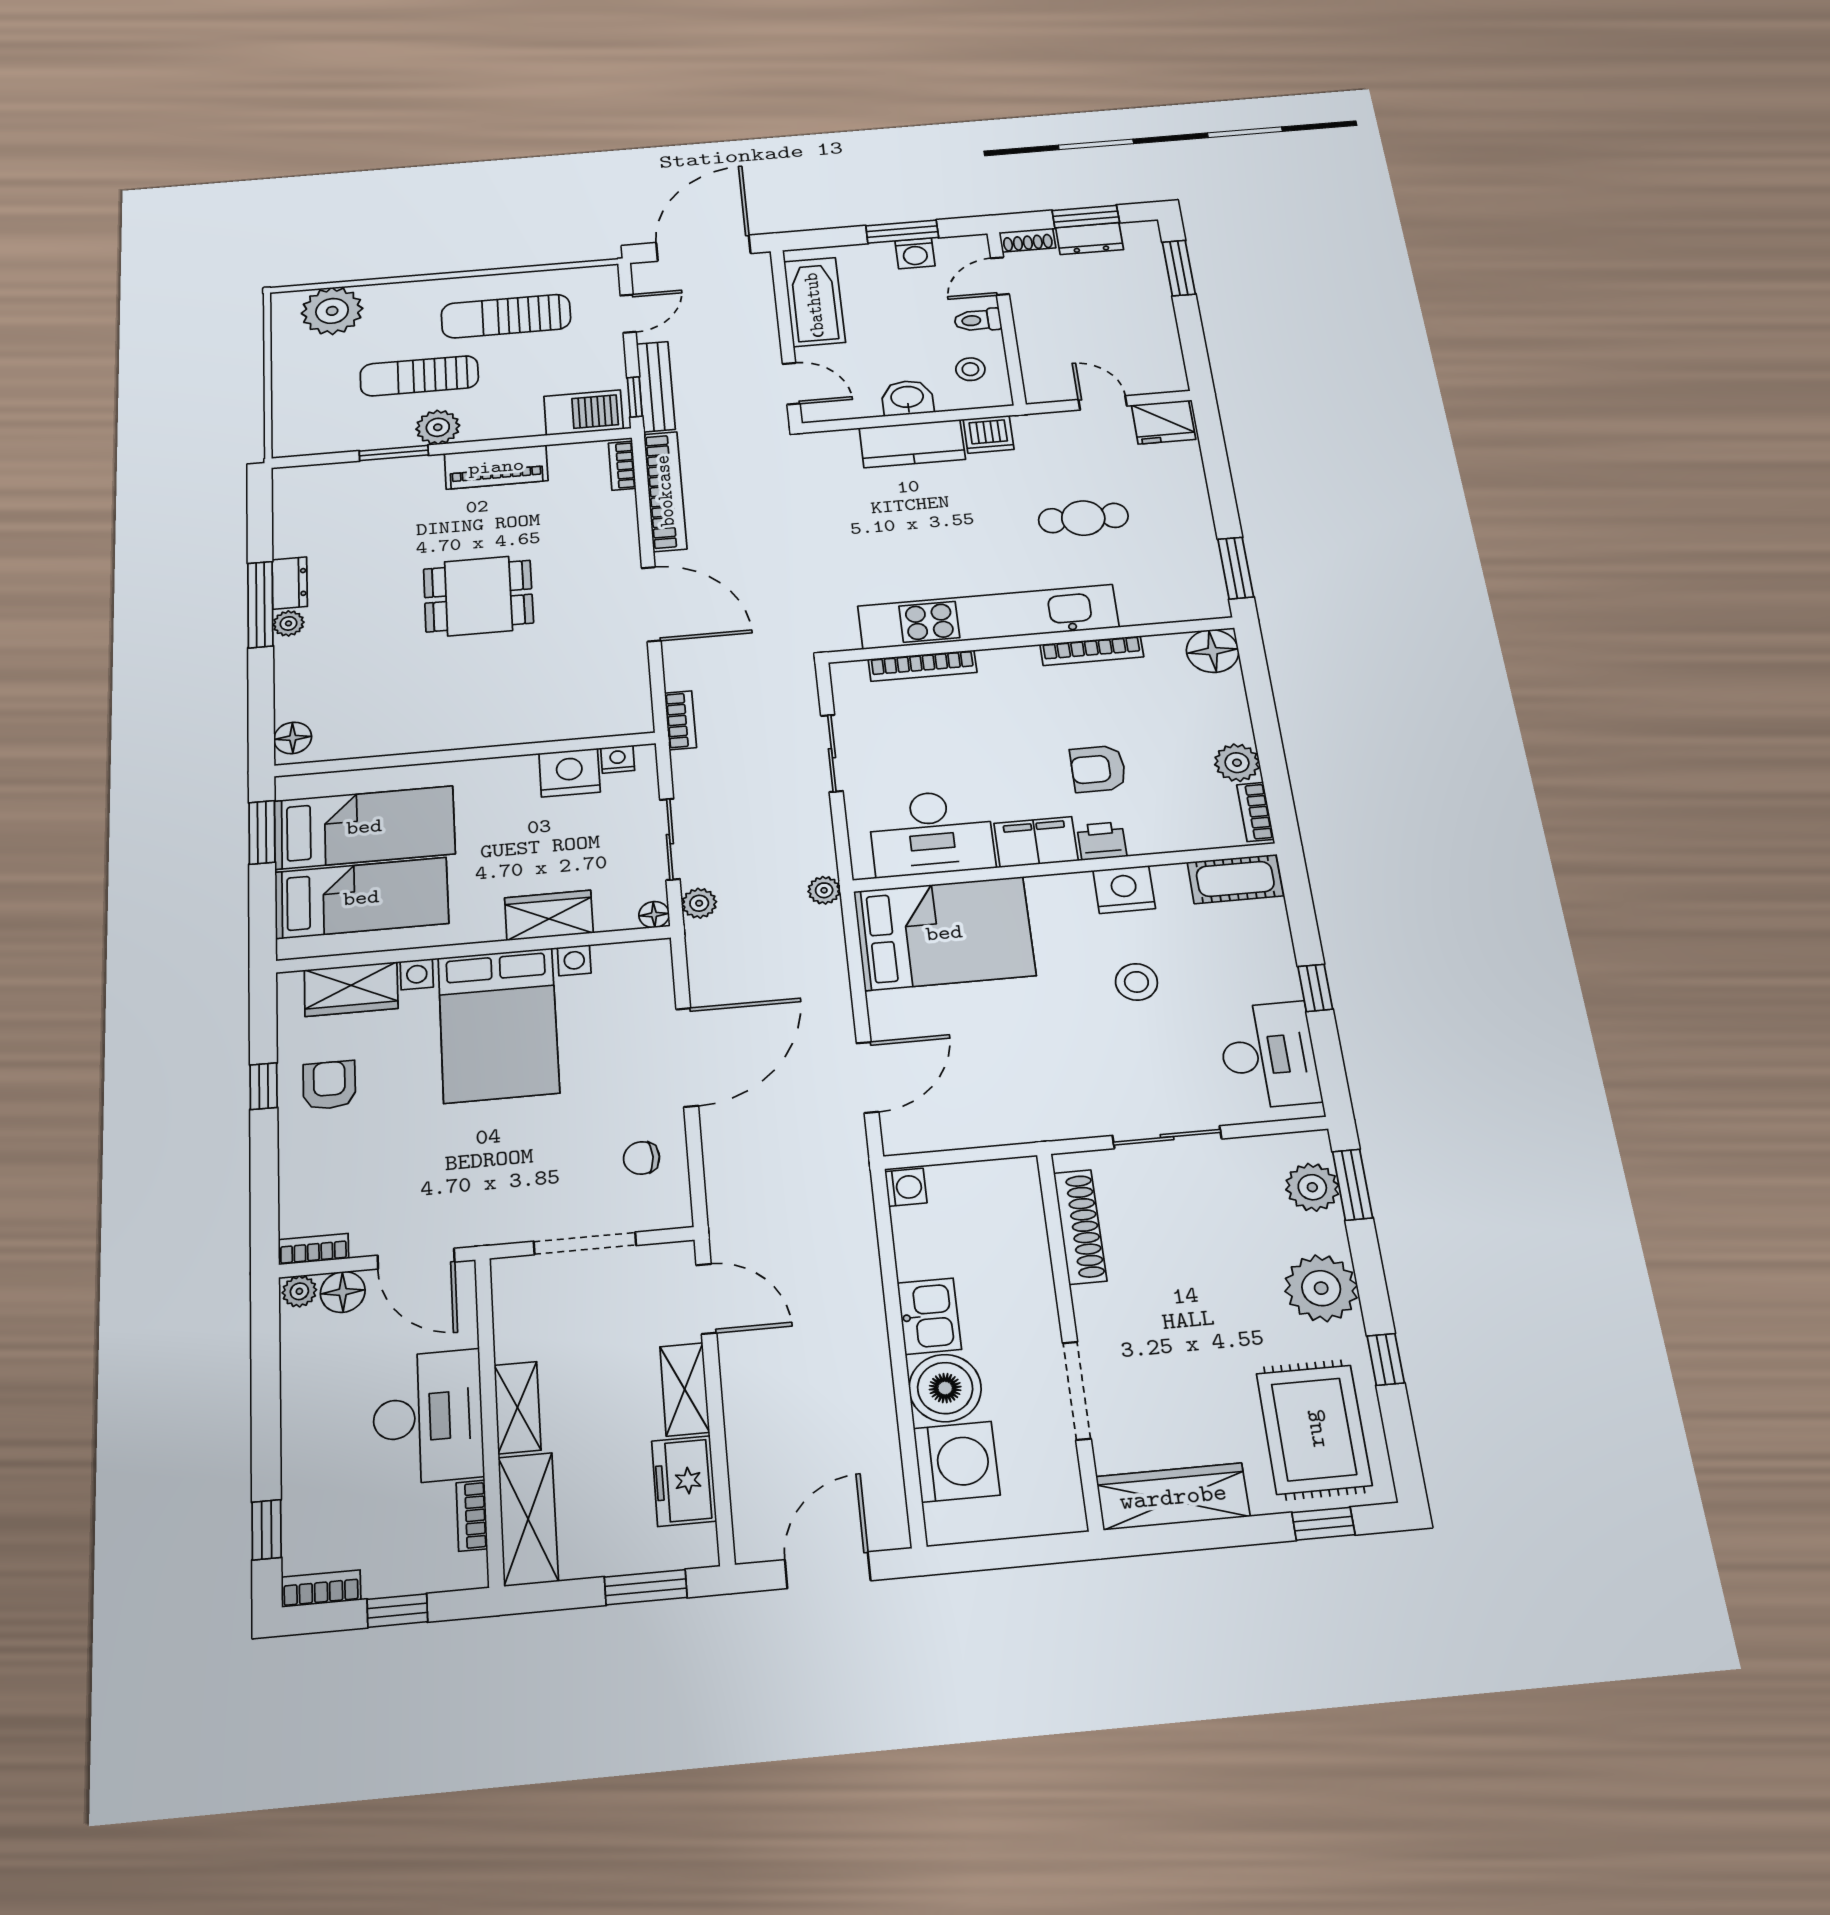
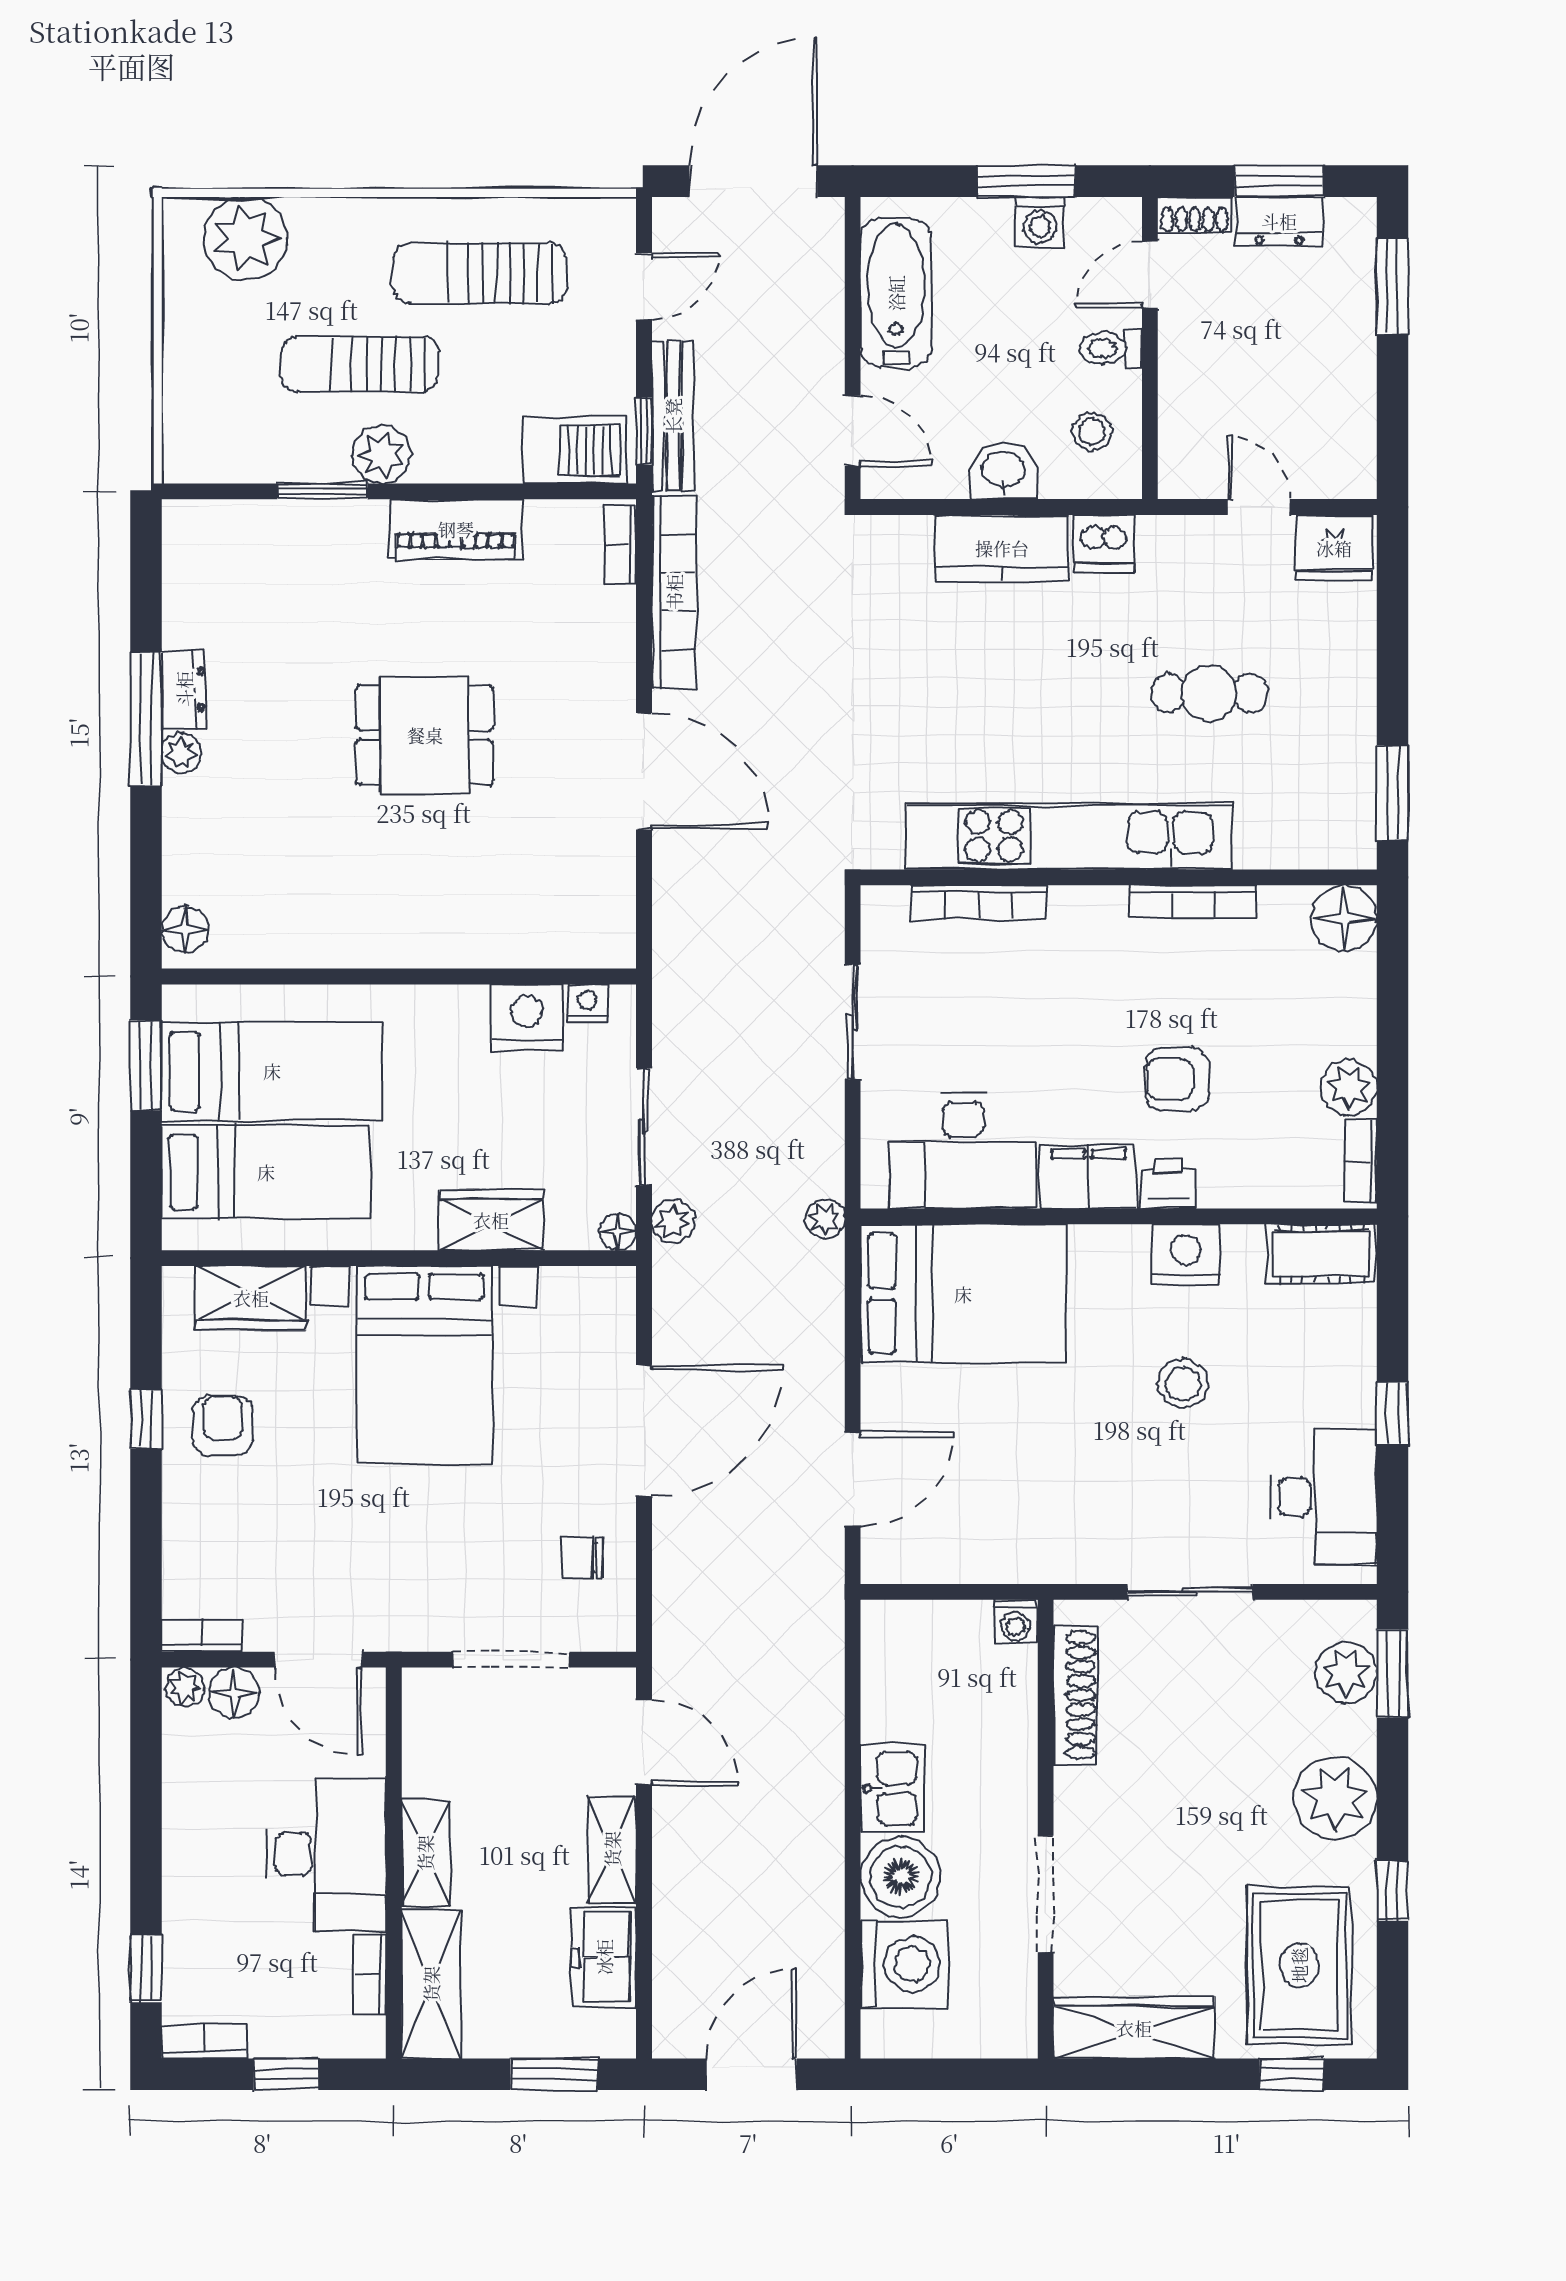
bookcase: (680, 720) -> (669, 953), removed
washing machine: (906, 1187) -> (1016, 1622), moved, turned 90

